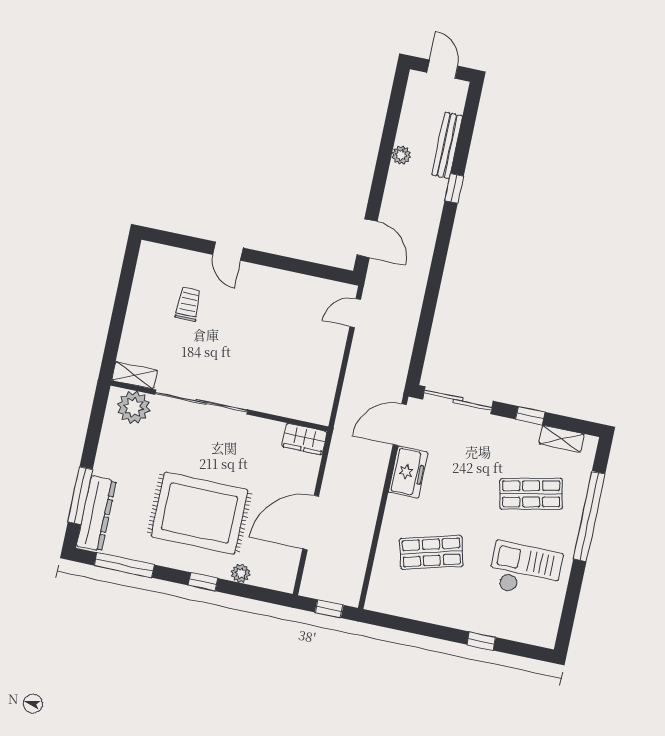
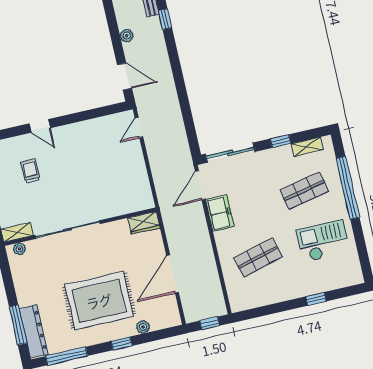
plant: (401, 155) -> (127, 36), moved
plant: (134, 407) -> (19, 249), width x0.53, depth x0.53

